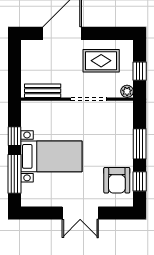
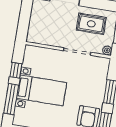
bench: (43, 91) -> (43, 39), removed

